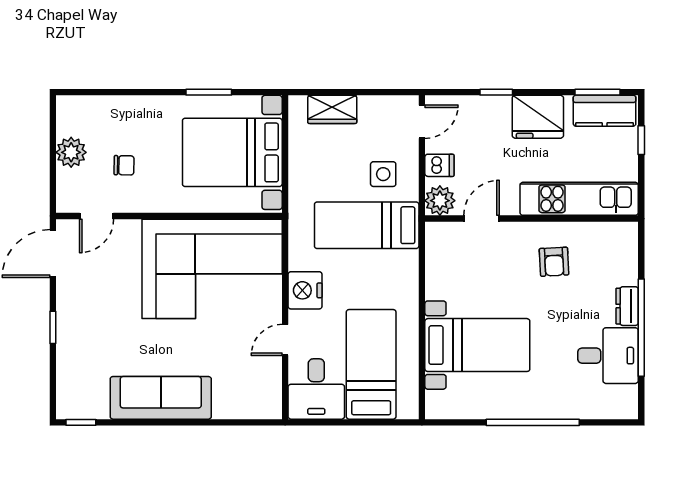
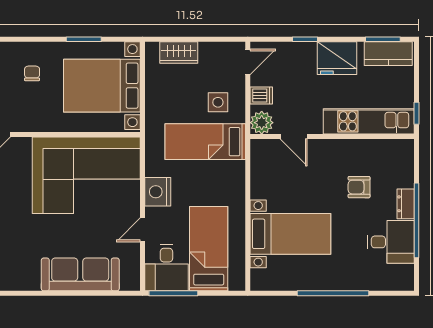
window: (641, 140) -> (416, 113), moved
chair: (124, 165) -> (32, 73), moved, turned -91
door: (481, 219) -> (294, 136), swing flipped
armchair: (554, 262) -> (359, 187), moved, turned 93
sofa: (161, 398) -> (80, 274), moved
window: (325, 422) -> (173, 293), added

